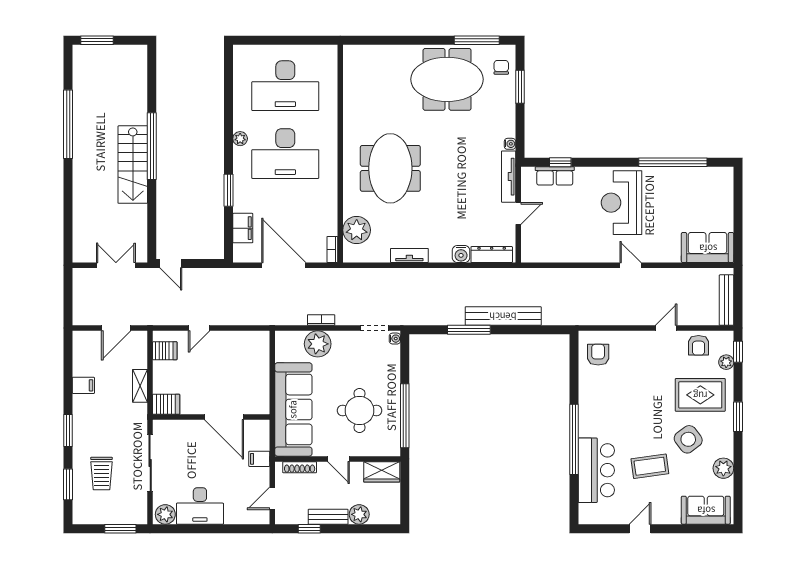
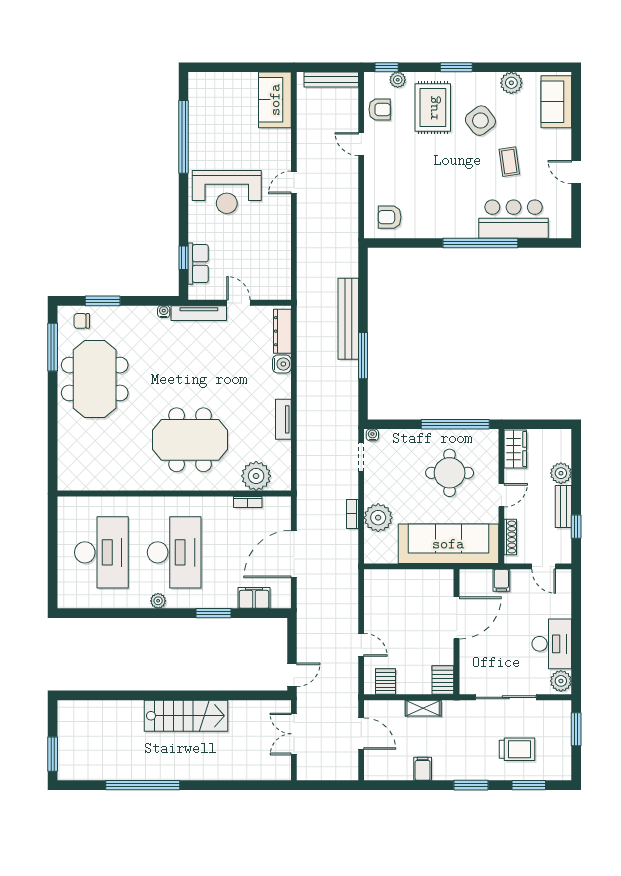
window: (152, 146) -> (166, 695), removed
bookcase: (332, 249) -> (248, 502), moved
coffee table: (650, 466) -> (509, 162), width x0.73, depth x0.77

